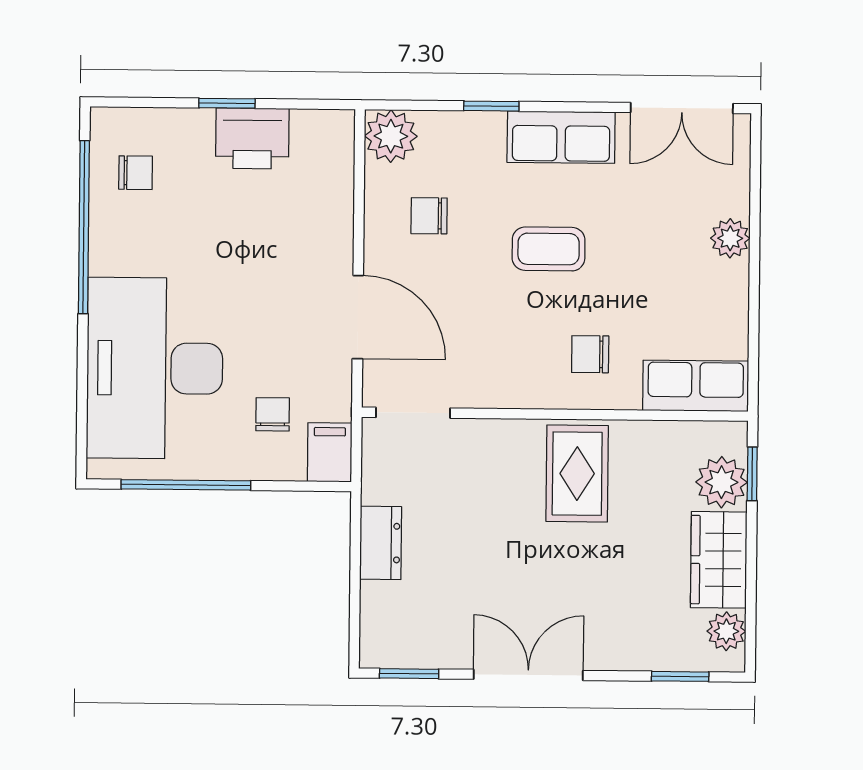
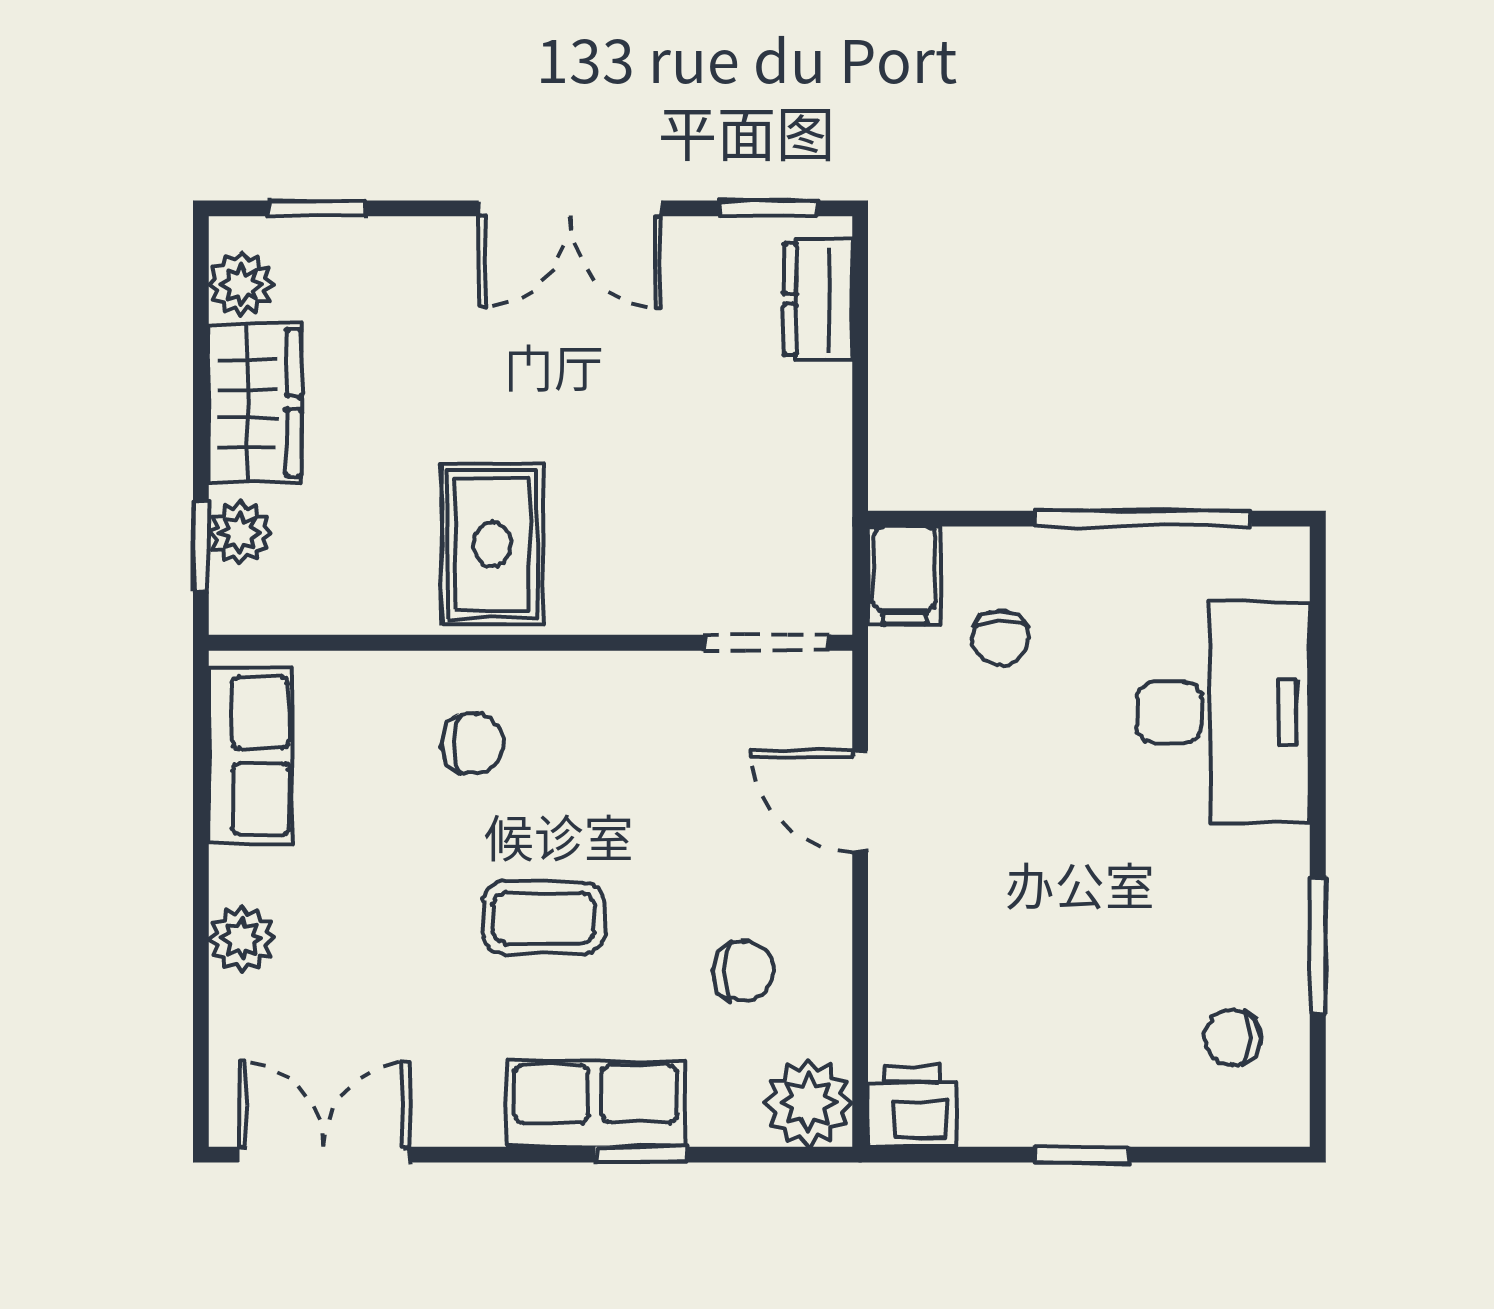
row of seats: (561, 137) -> (595, 1104), moved
printer: (252, 138) -> (913, 1106), moved, width x0.73, depth x0.81
window: (84, 227) -> (1318, 946), width x0.47
door: (358, 317) -> (860, 801), width x0.73
desk: (155, 368) -> (1223, 712), width x0.73, depth x0.77
row of seats: (696, 386) -> (251, 756), moved, turned -90
plant: (722, 482) -> (240, 533), width x0.73, depth x0.73
dresser: (381, 543) -> (818, 299), moved

